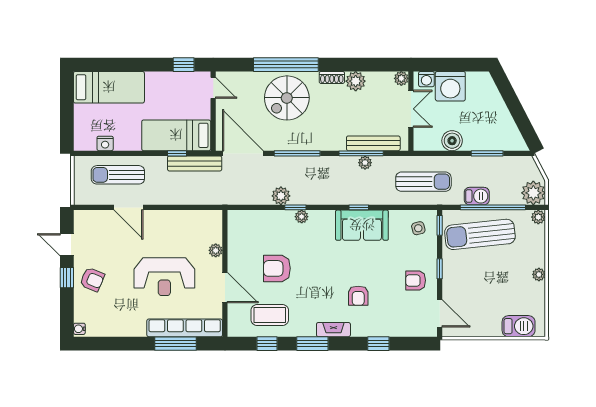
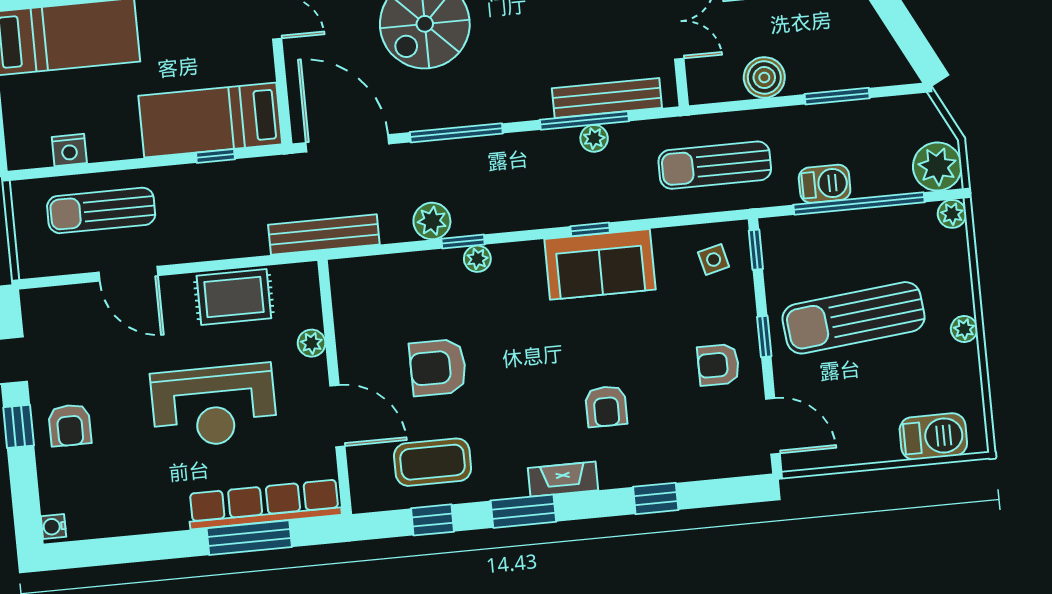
bench: (195, 163) -> (324, 235), moved
sun lounger: (423, 182) -> (715, 165), turned 180
rug: (179, 224) -> (234, 297), added
sun lounger: (480, 234) -> (854, 318), moved
armchair: (92, 279) -> (70, 425), turned 67

